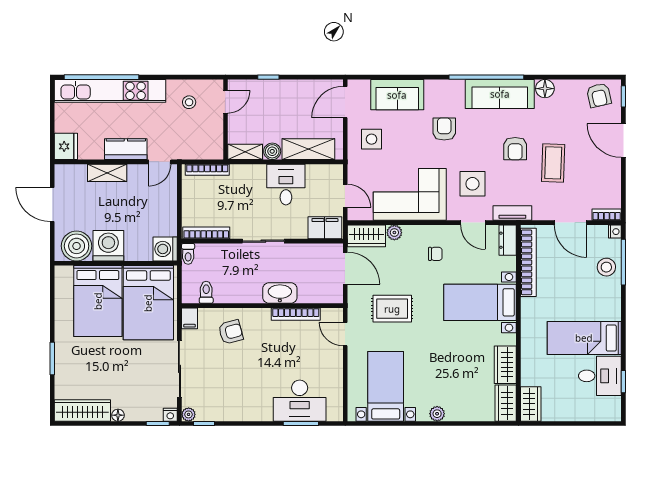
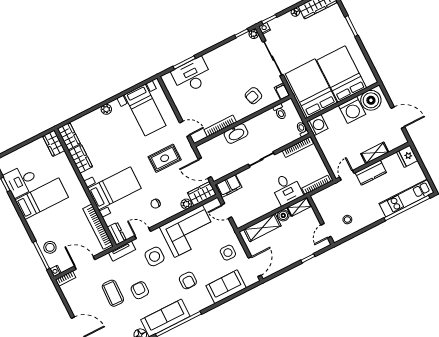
kitchen unit: (110, 91) -> (407, 198), width x0.73
desk: (286, 185) -> (287, 189), moved

